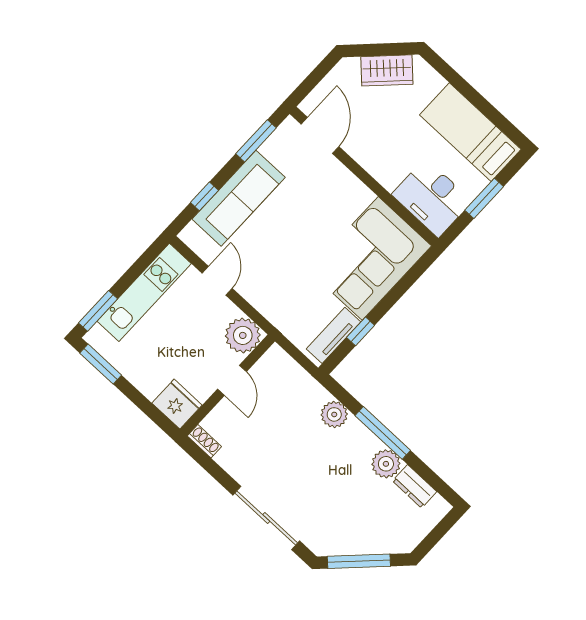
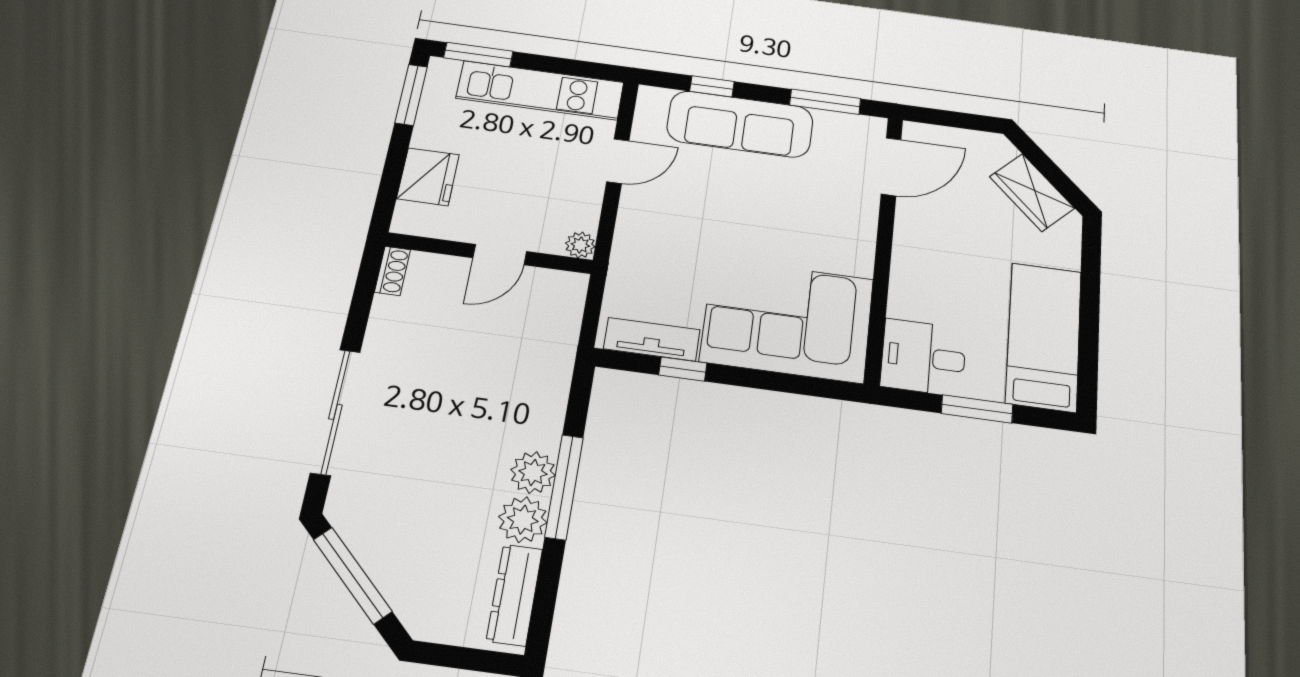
desk: (432, 198) -> (923, 357), width x0.73
plant: (243, 335) -> (580, 245), width x0.53, depth x0.53
fridge: (177, 404) -> (428, 177), moved
plant: (334, 414) -> (533, 472), moved
dresser: (415, 486) -> (515, 595), width x1.44

